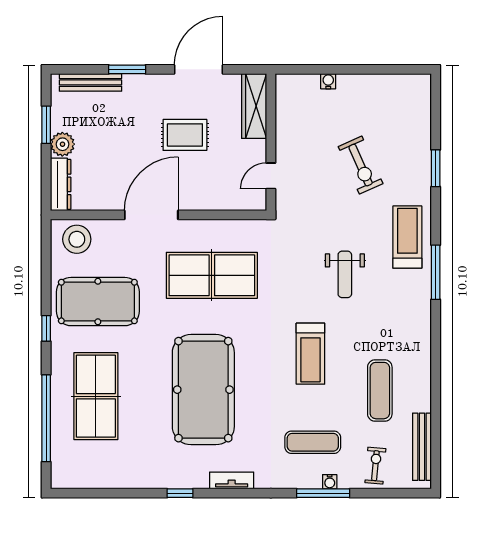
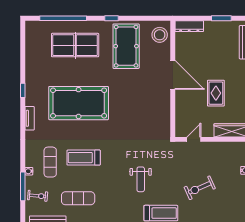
plant: (62, 144) -> (211, 27), removed
door: (271, 176) -> (194, 139), hinge flipped
weight bench: (345, 274) -> (141, 179), turned -90
table tennis table: (212, 275) -> (140, 108), removed
treadmill: (310, 354) -> (84, 158), moved
window: (323, 493) -> (23, 186), moved

